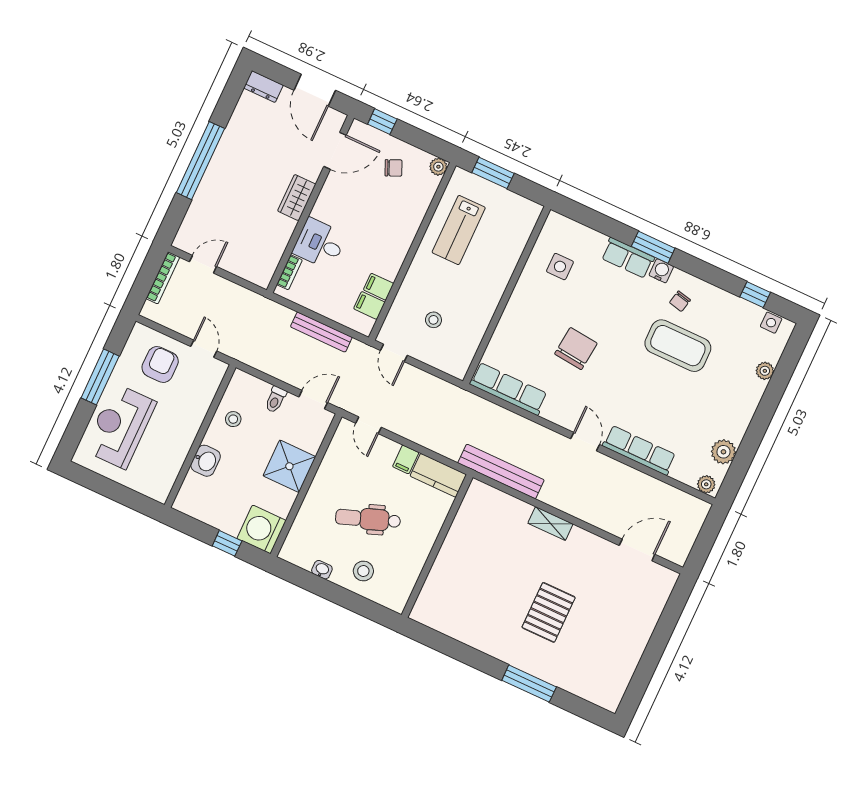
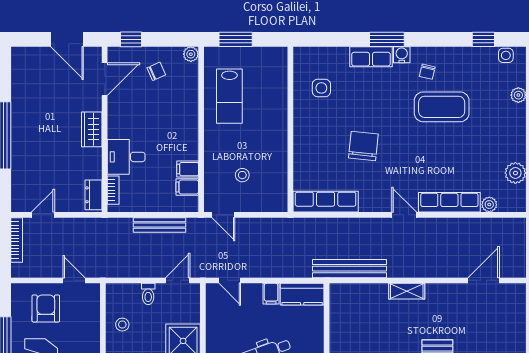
dresser: (263, 87) -> (93, 195), moved, turned 90
plant: (706, 484) -> (489, 205), moved

